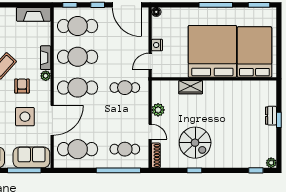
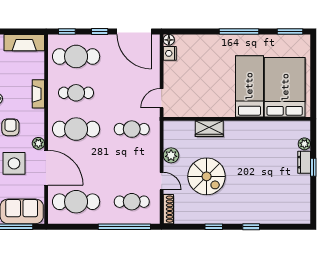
nightstand: (157, 45) -> (170, 53), moved
bed: (212, 51) -> (249, 86), width x0.49
cafe table: (78, 57) -> (76, 93), width x0.73, depth x0.74
plant: (46, 76) -> (38, 143), moved
door: (52, 120) -> (46, 168), hinge flipped
spiral stairs: (195, 143) -> (207, 176), moved
plant: (271, 163) -> (304, 144), moved
window: (256, 170) -> (251, 227), moved

